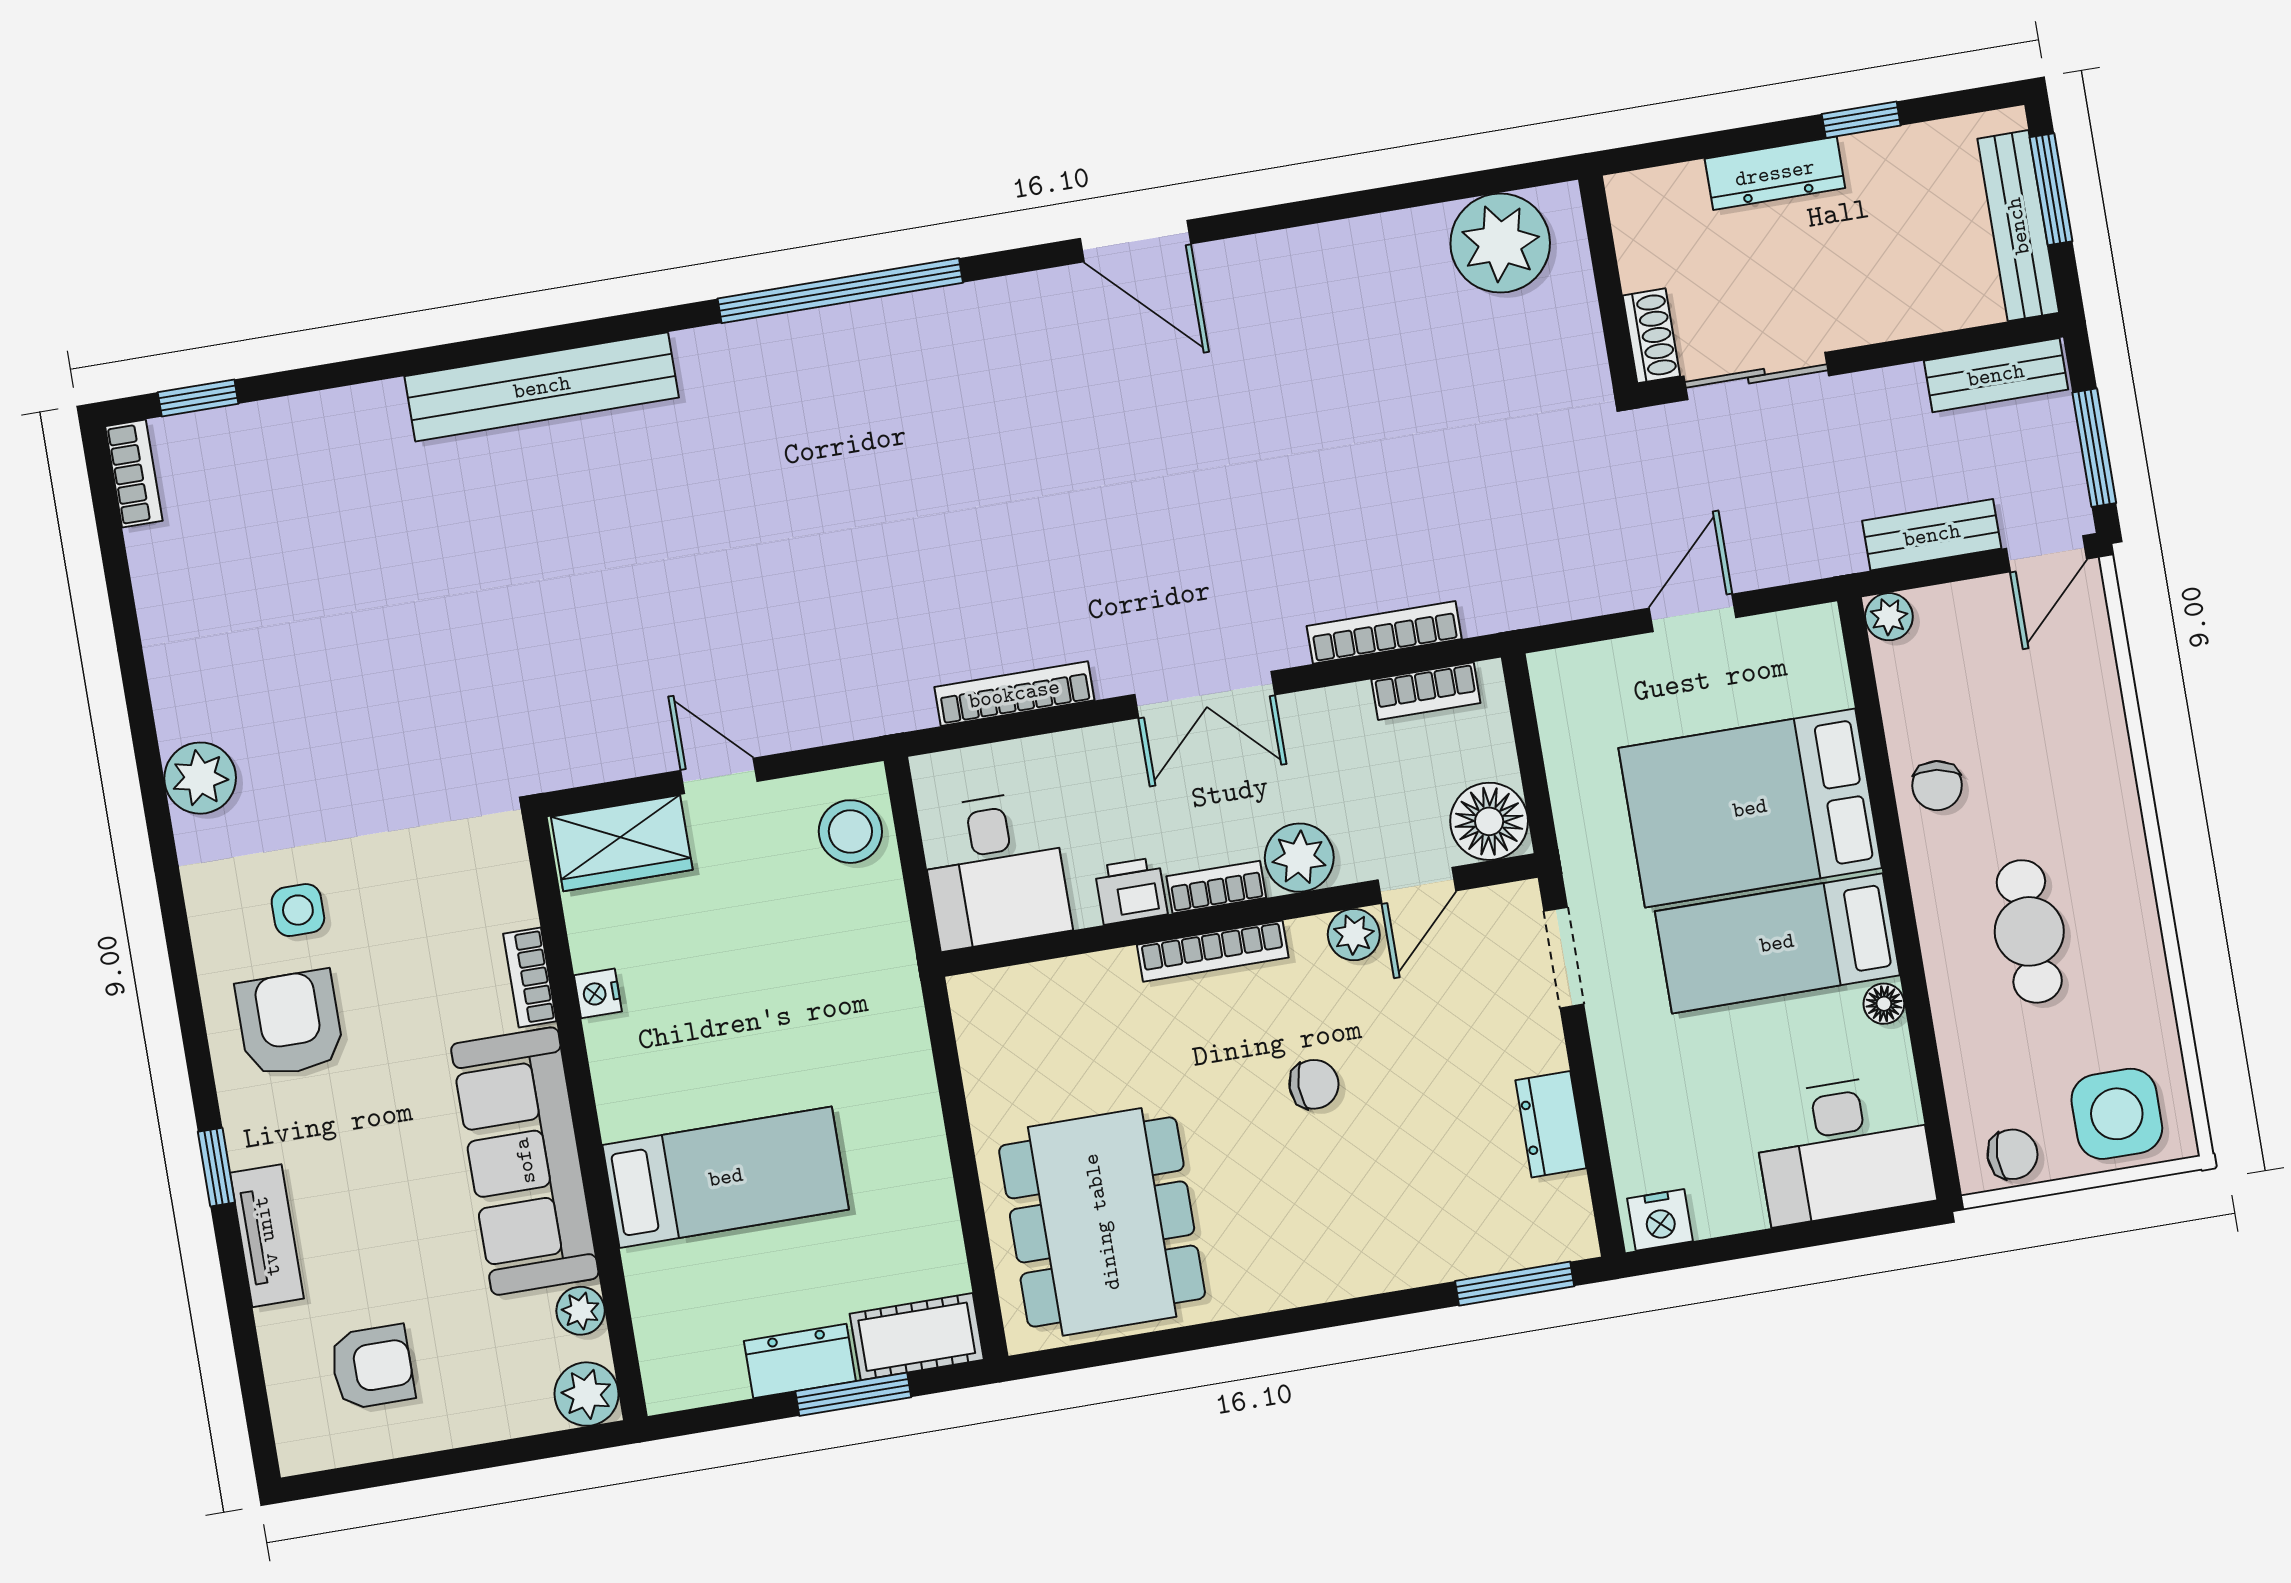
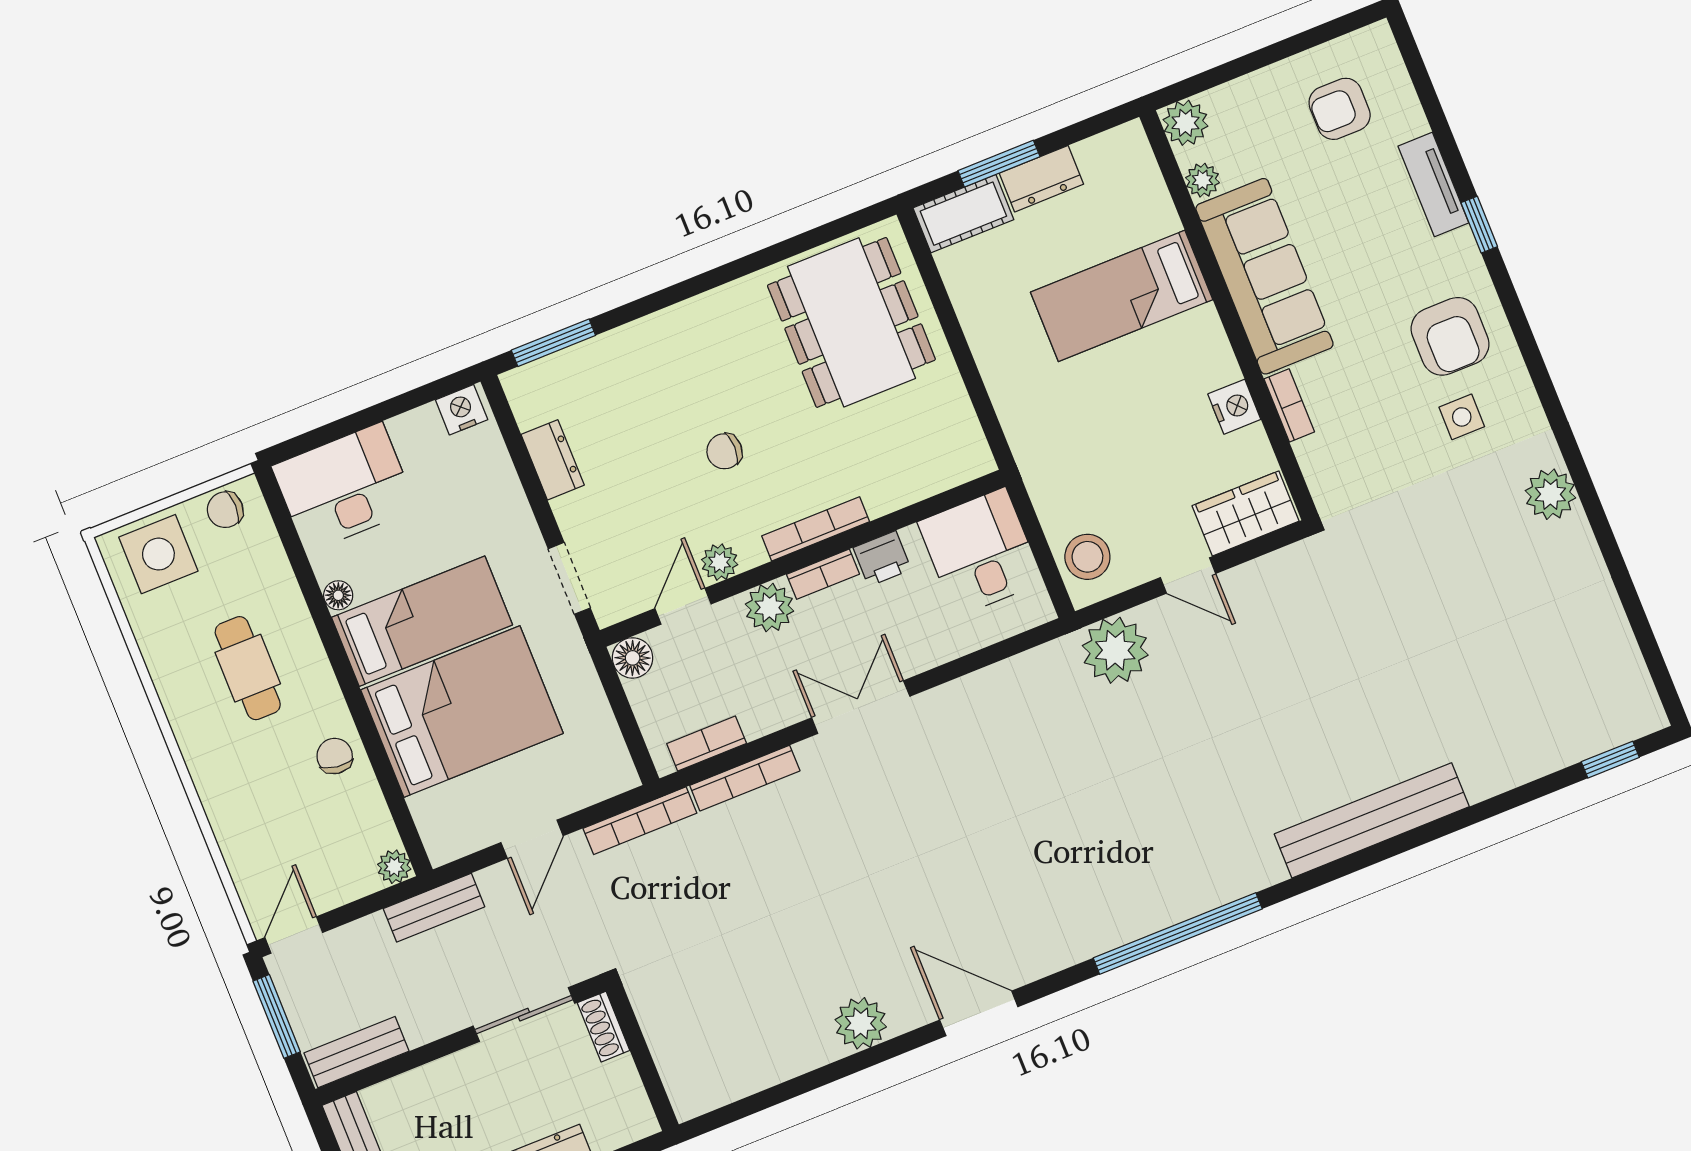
plant: (1500, 243) -> (861, 1023), moved, width x0.73, depth x0.73
bookcase: (134, 474) -> (1644, 697), removed
bench: (1932, 535) -> (434, 908), moved
bookcase: (1014, 694) -> (640, 821), moved
plant: (841, 696) -> (1115, 650), added
floor lamp: (1489, 821) -> (633, 658), width x0.73, depth x0.73
nightstand: (598, 993) -> (1234, 407), width x1.39, depth x1.35

